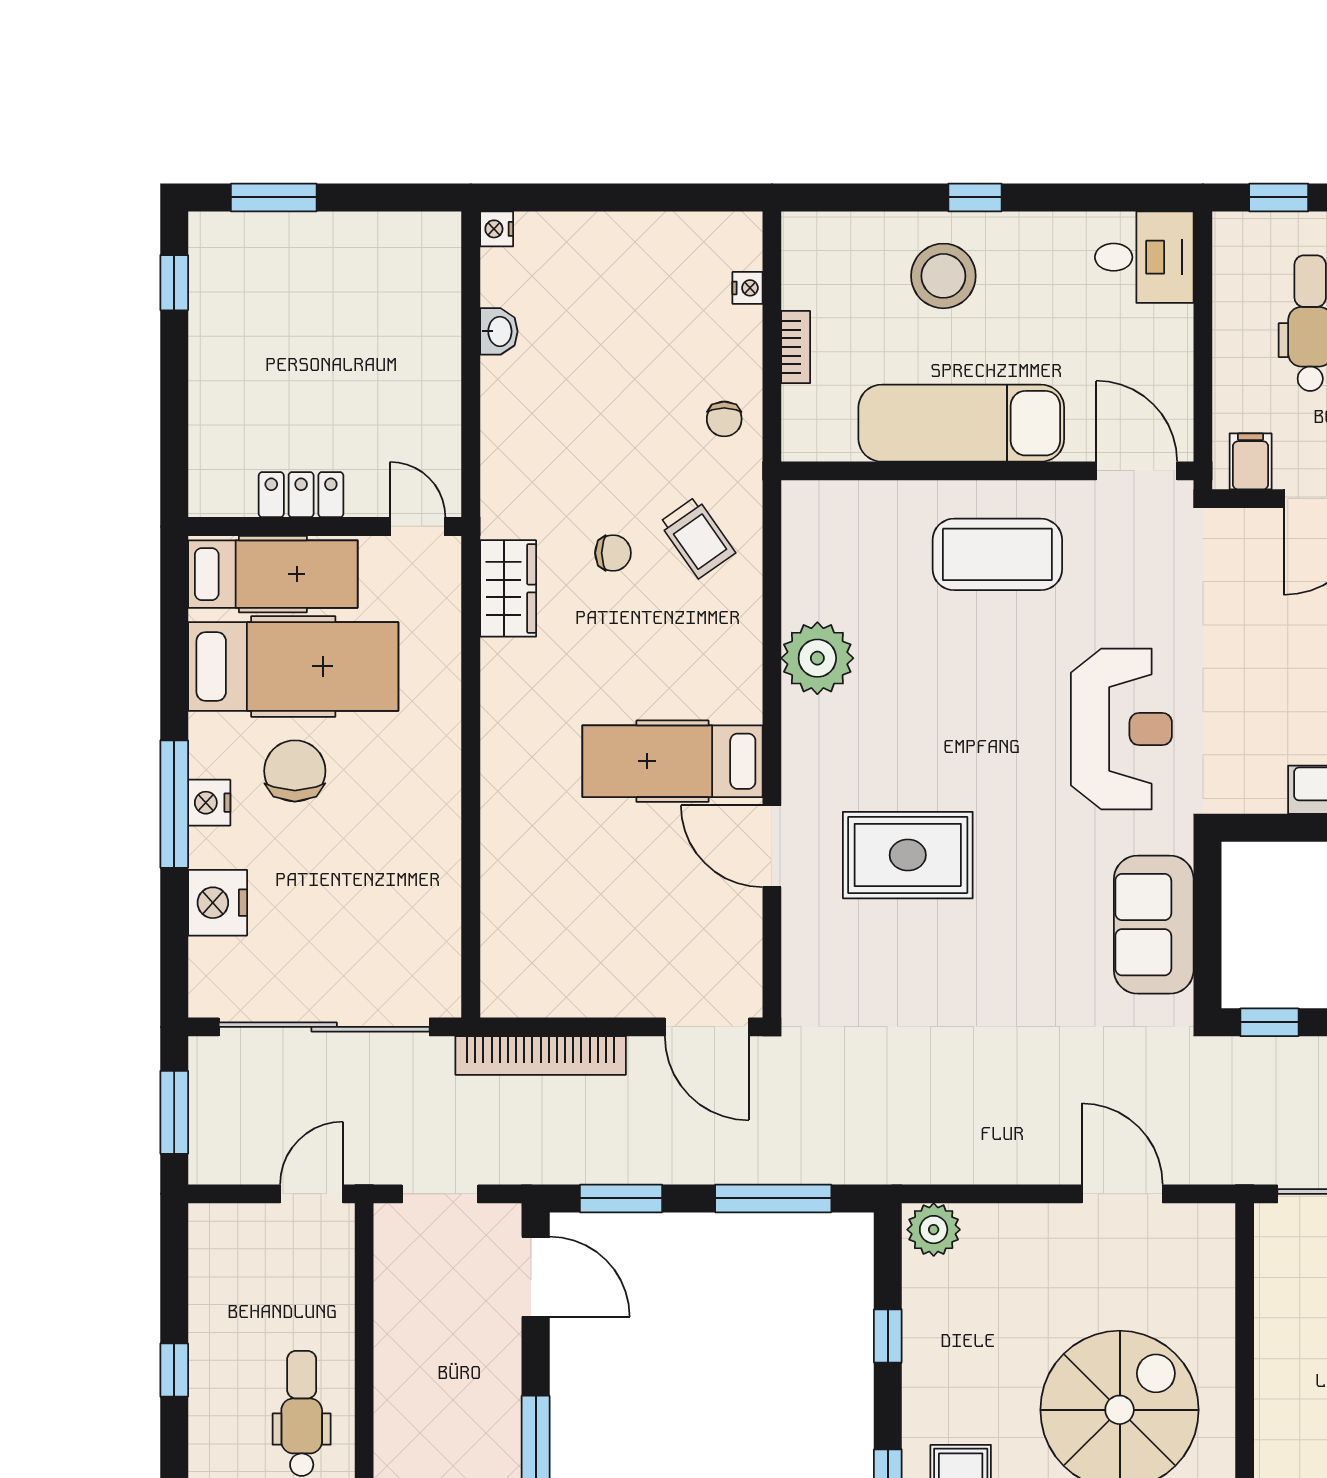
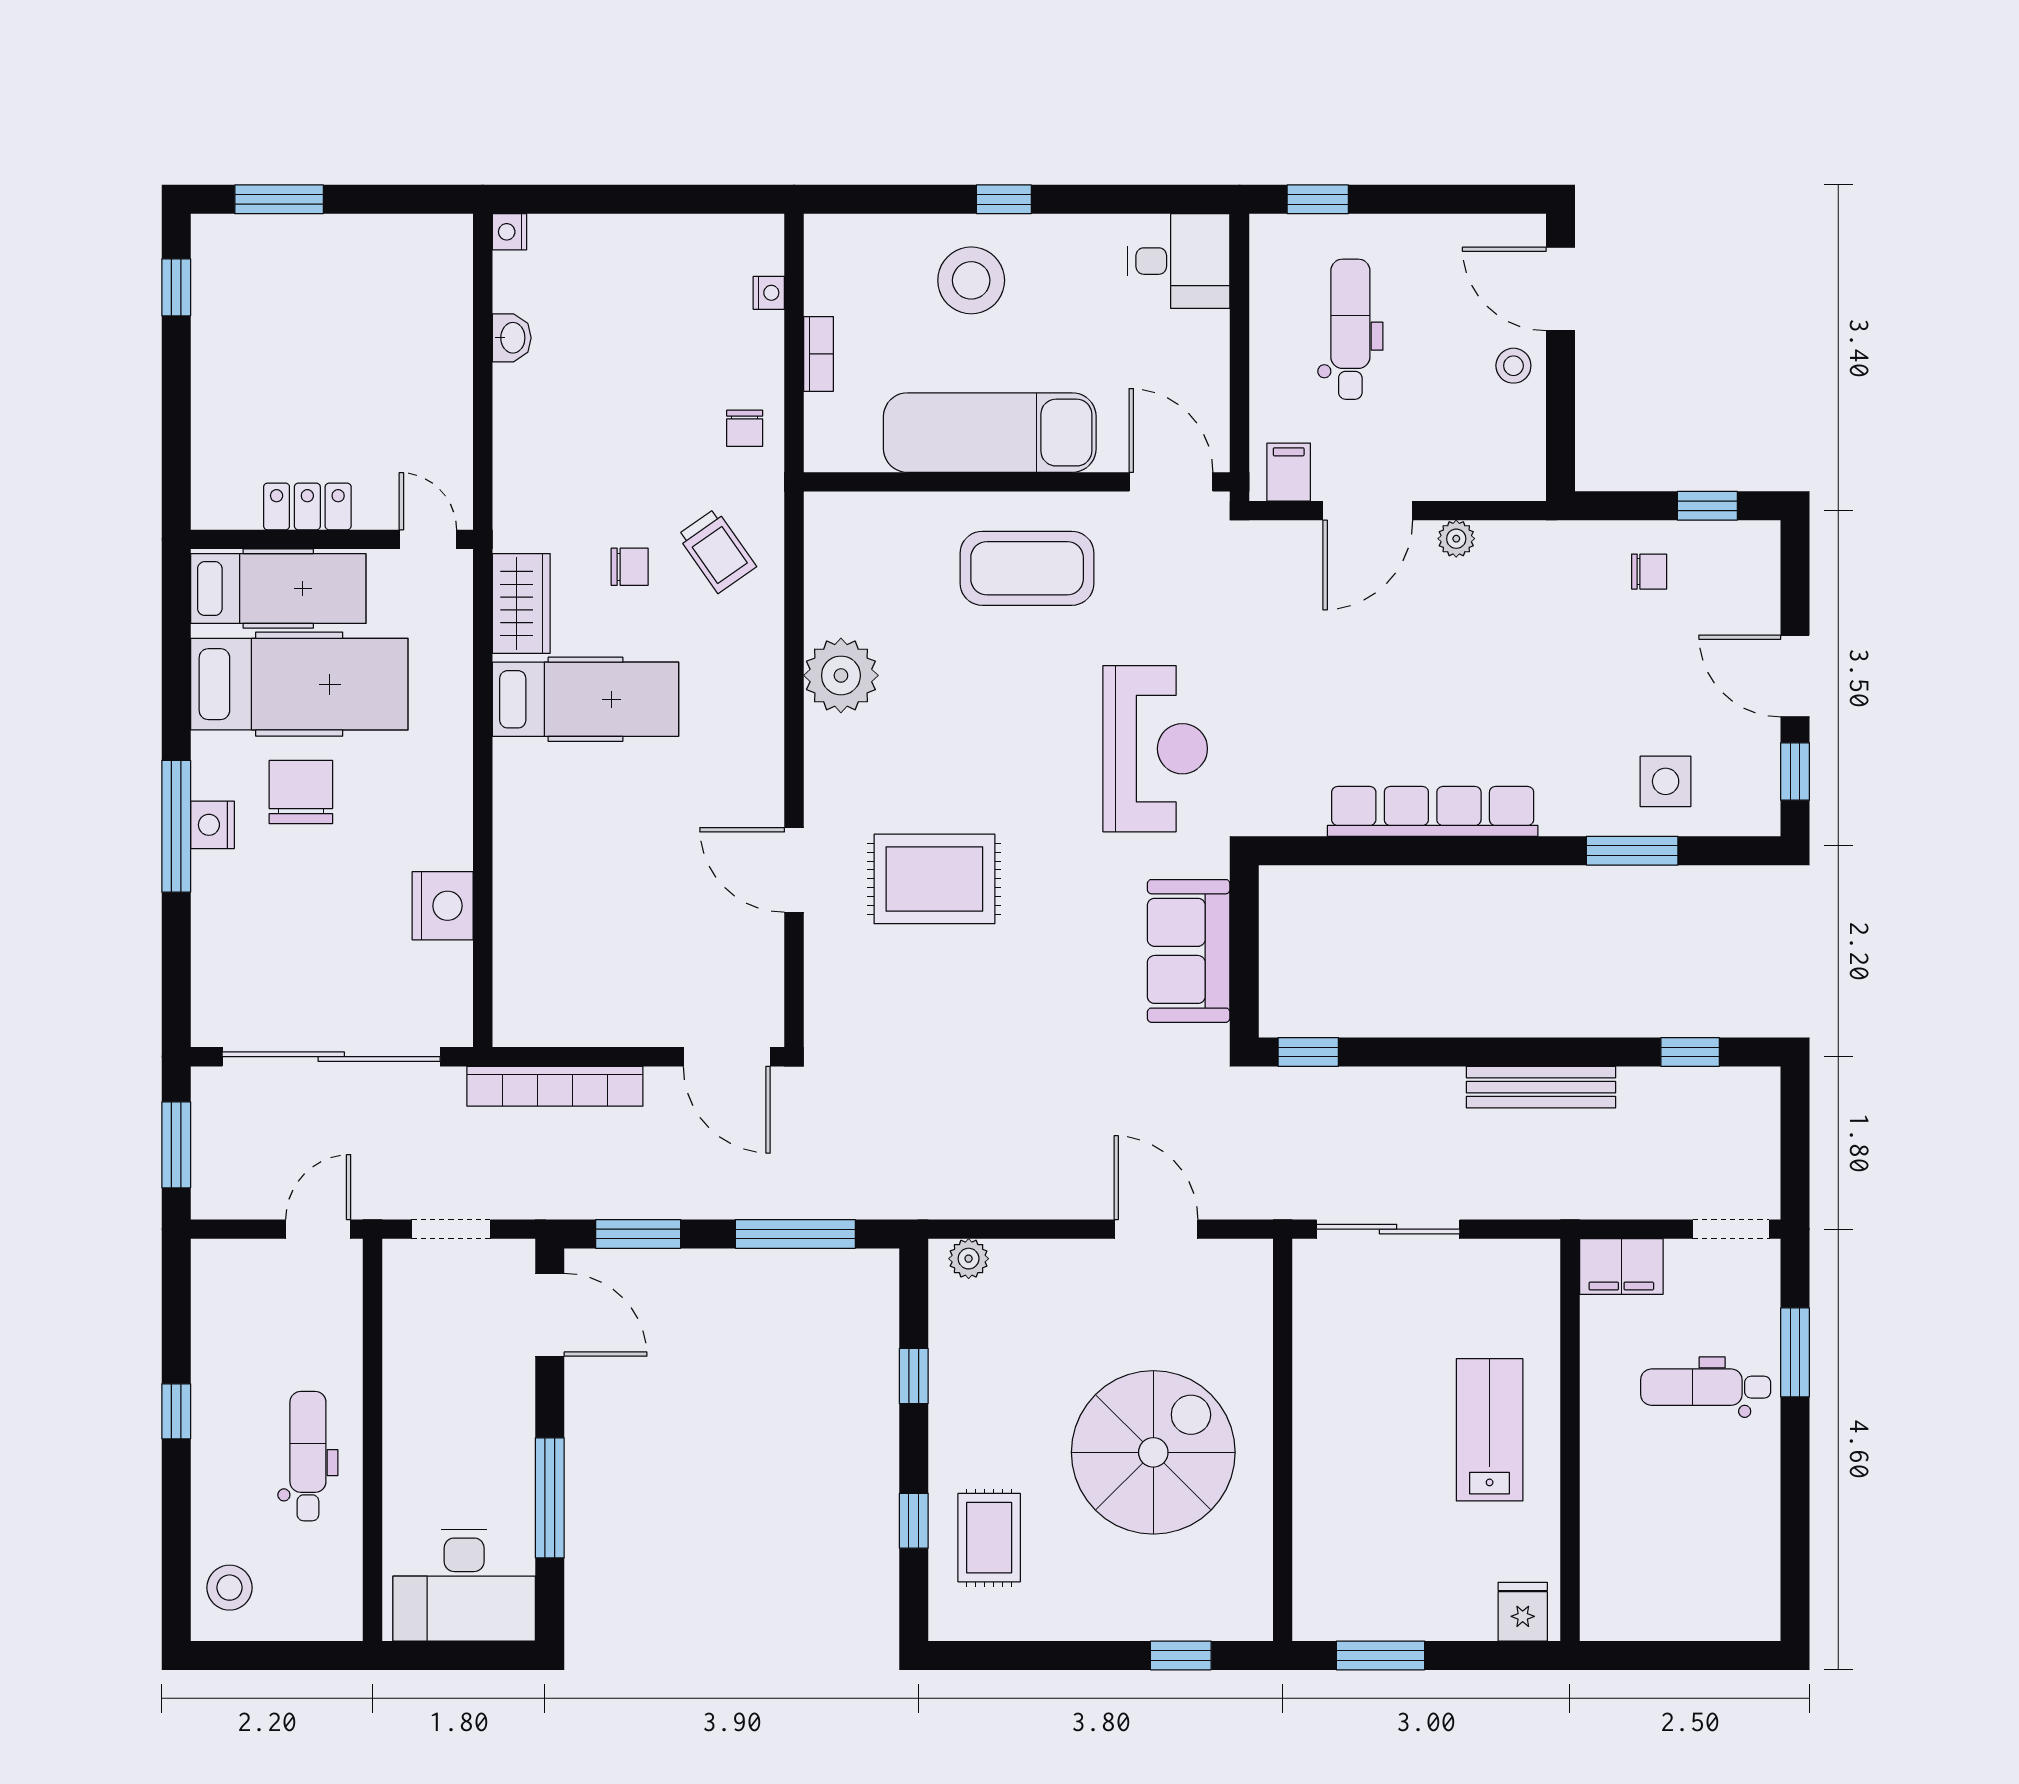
hospital bed: (672, 761) -> (586, 699), moved, turned 180
nightstand: (218, 903) -> (443, 906), moved, turned 180
plant: (934, 1230) -> (969, 1259), width x0.73, depth x0.73

